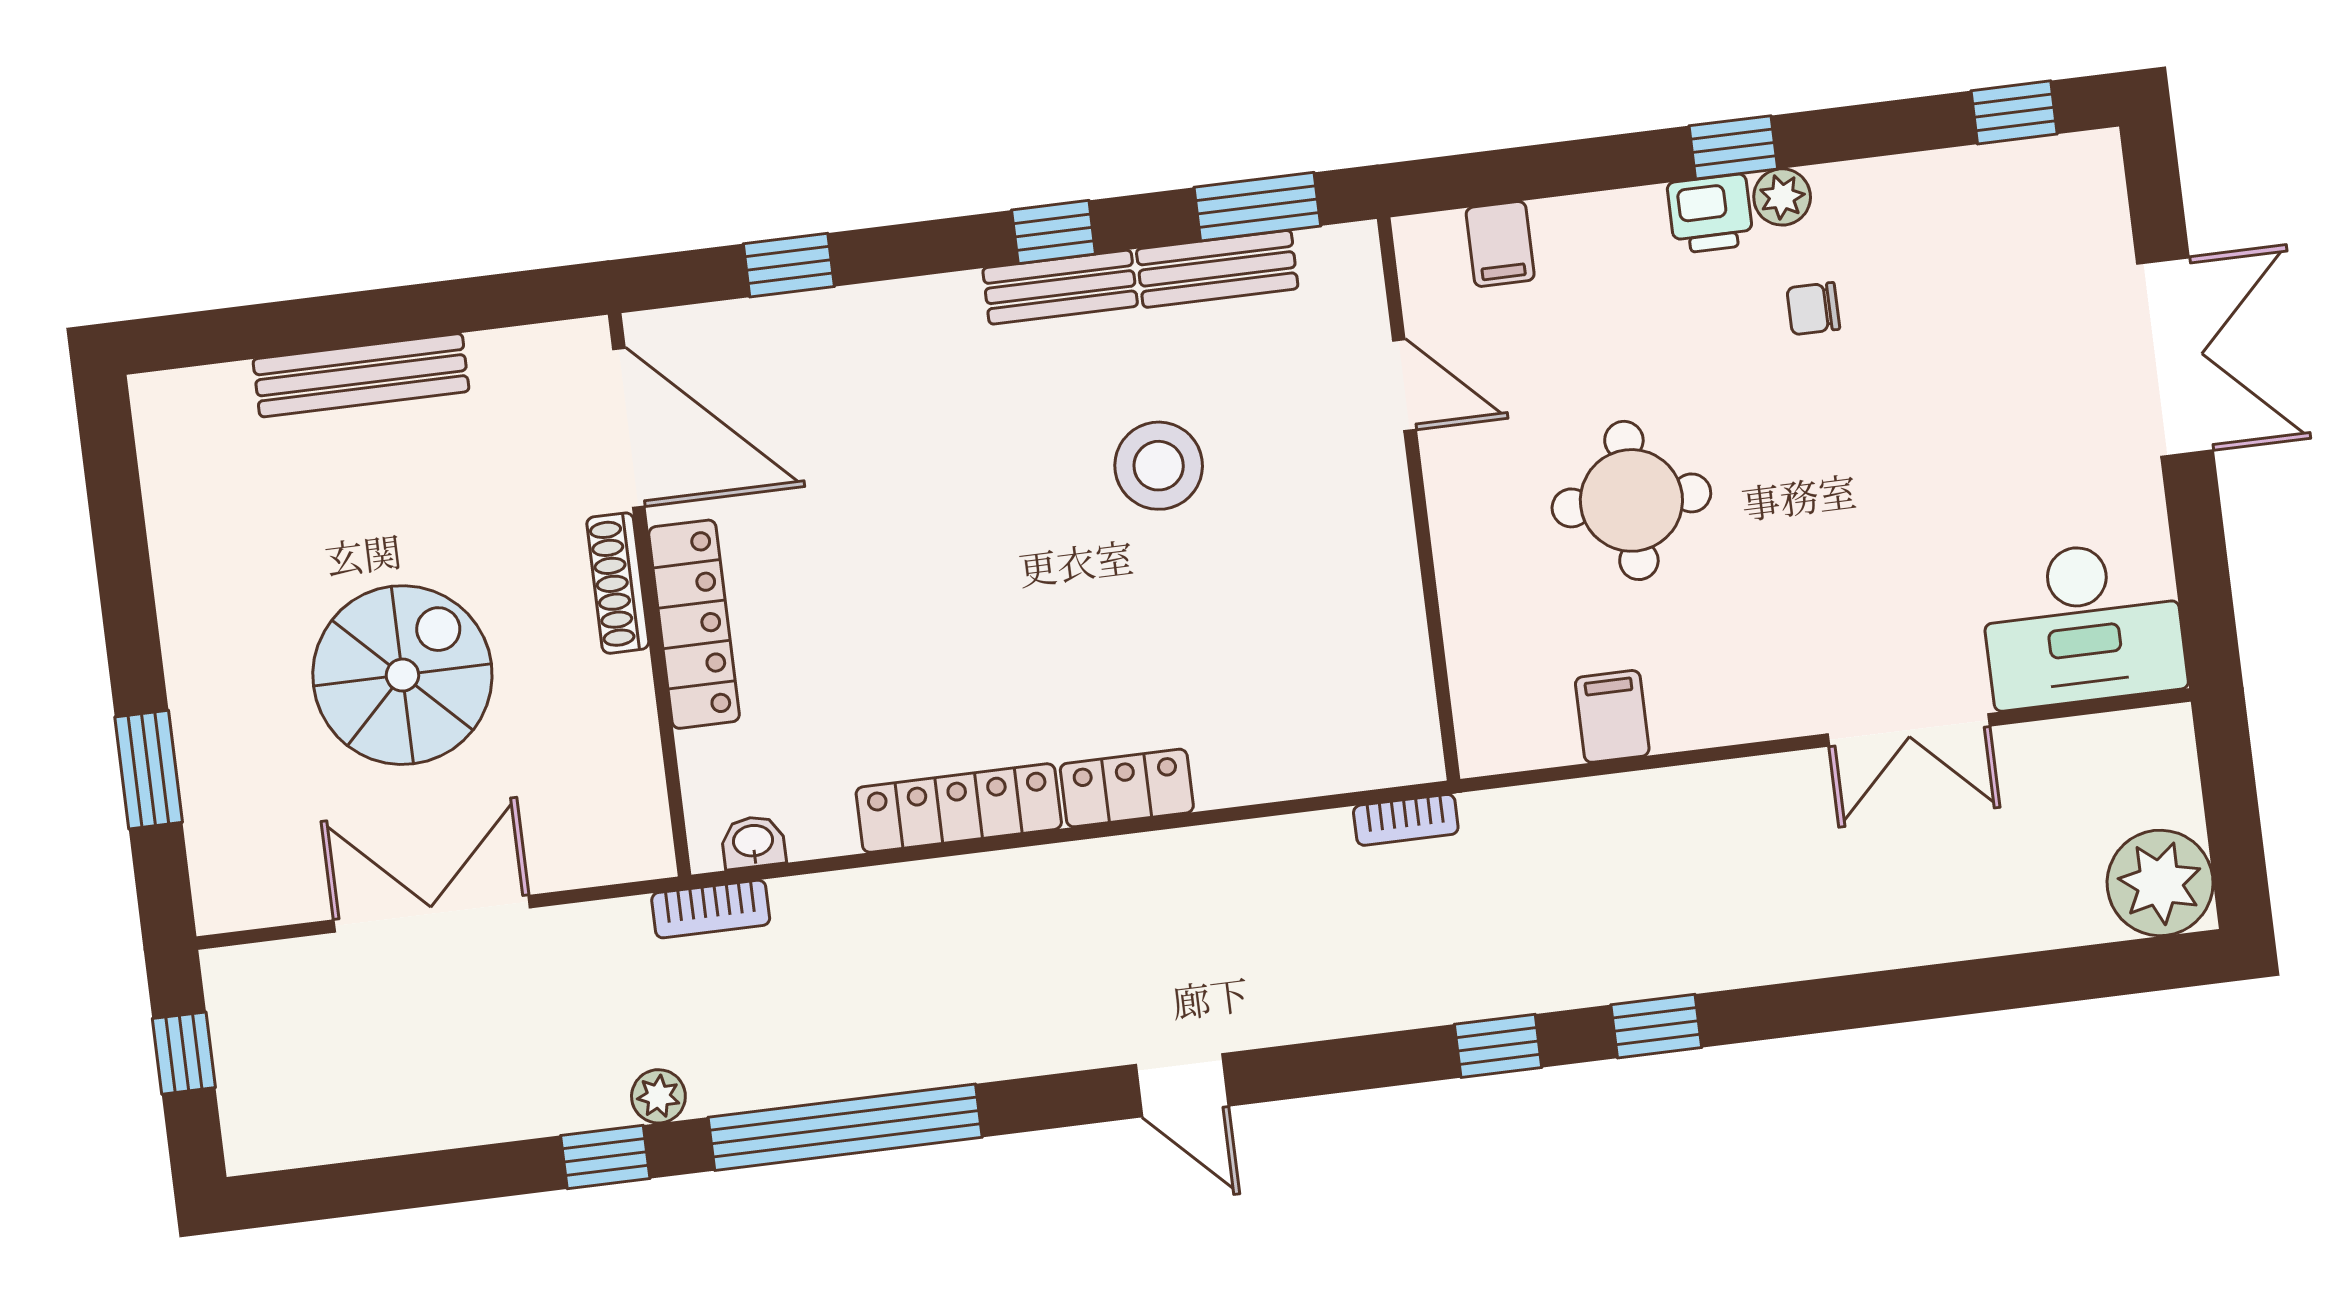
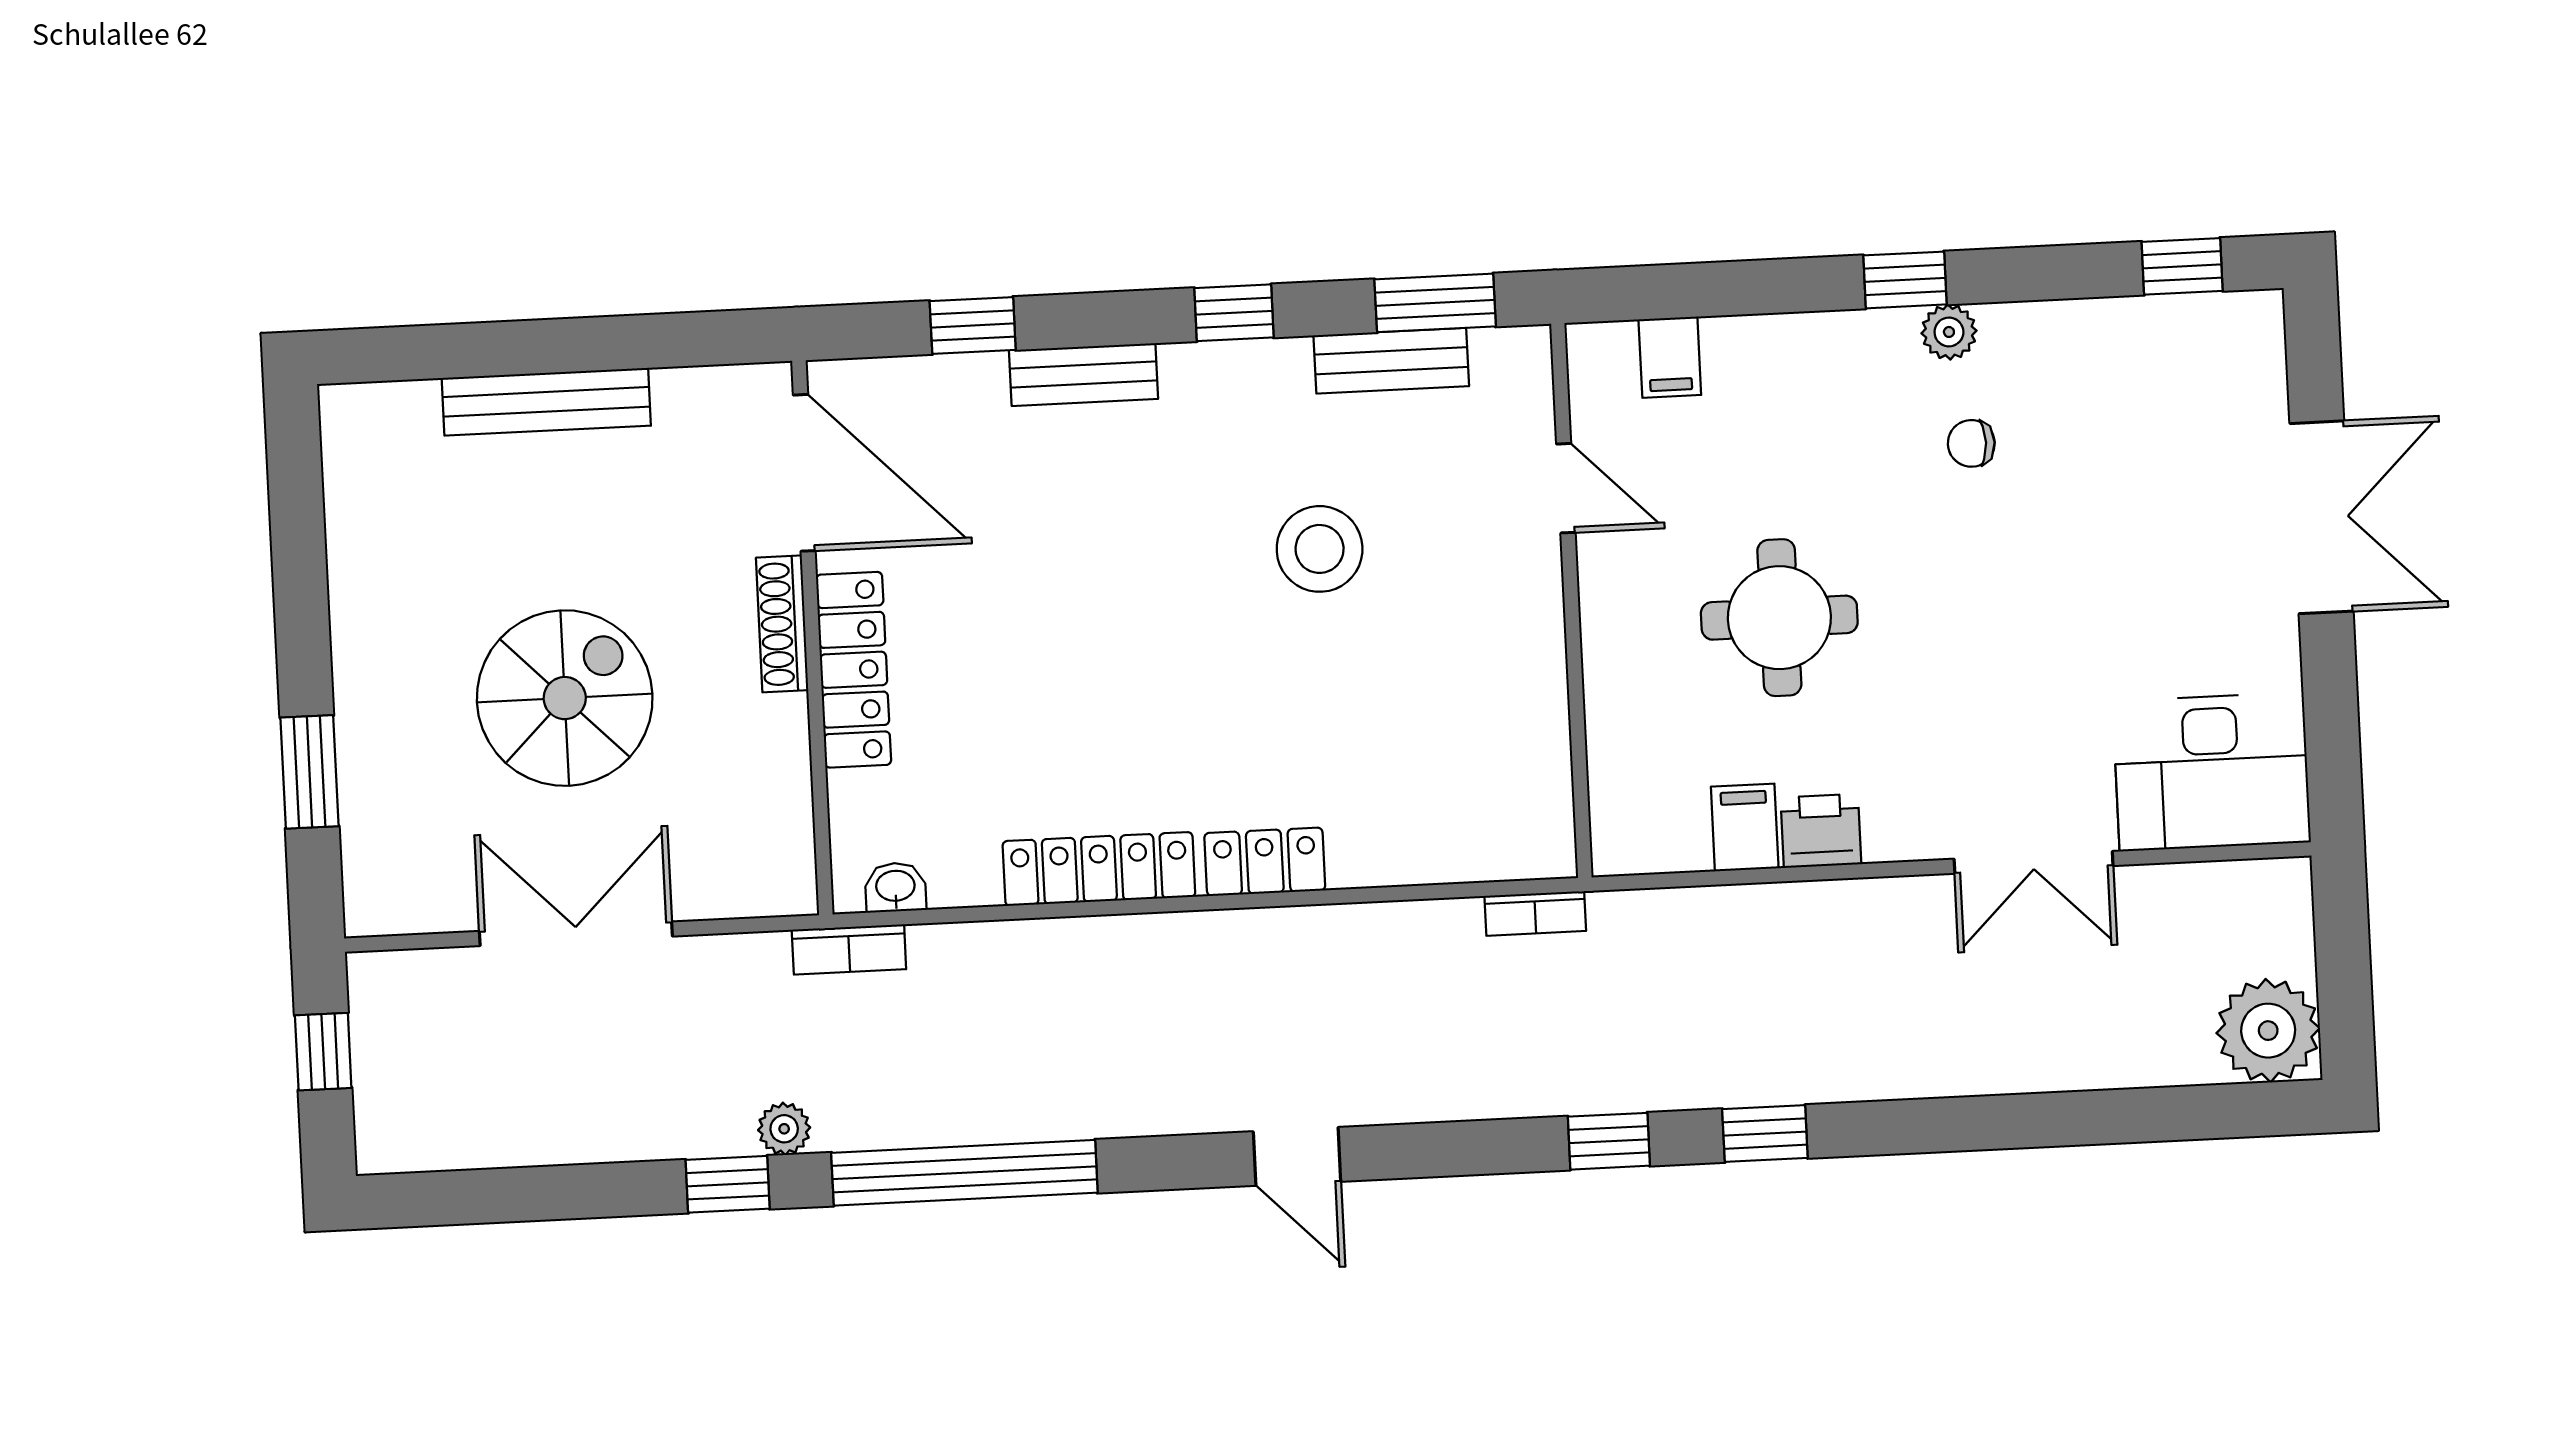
printer: (1710, 214) -> (1821, 831), moved, turned 180
bench: (1060, 287) -> (1083, 375), moved

